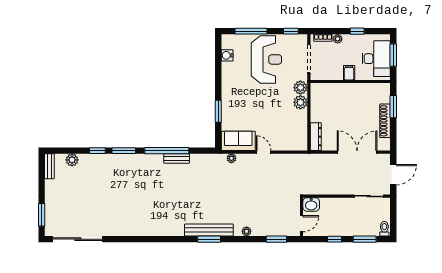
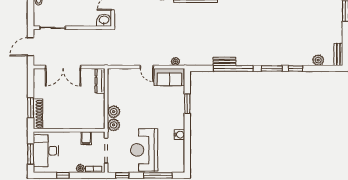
water cooler: (227, 55) -> (179, 135), moved
filing cabinet: (349, 73) -> (86, 138), moved
shoe rack: (385, 121) -> (38, 114), moved

